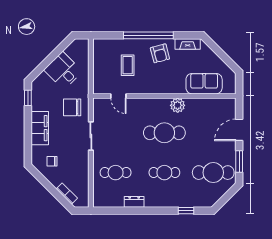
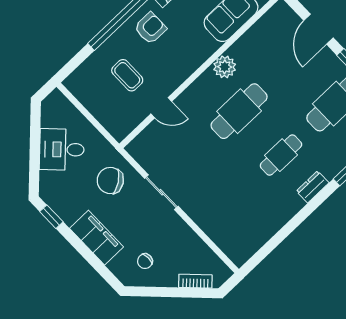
armchair: (160, 53) -> (150, 28), turned -75
door: (118, 96) -> (161, 108), moved
chair: (72, 107) -> (110, 181), turned 55
cafe table: (116, 173) -> (227, 207), removed
dresser: (134, 202) -> (313, 187), moved

